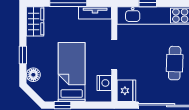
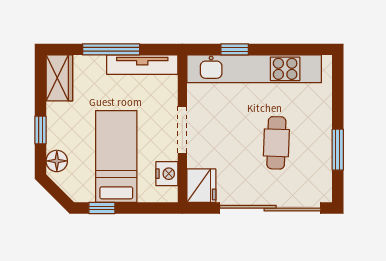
tv unit: (95, 13) -> (142, 65), width x1.41

